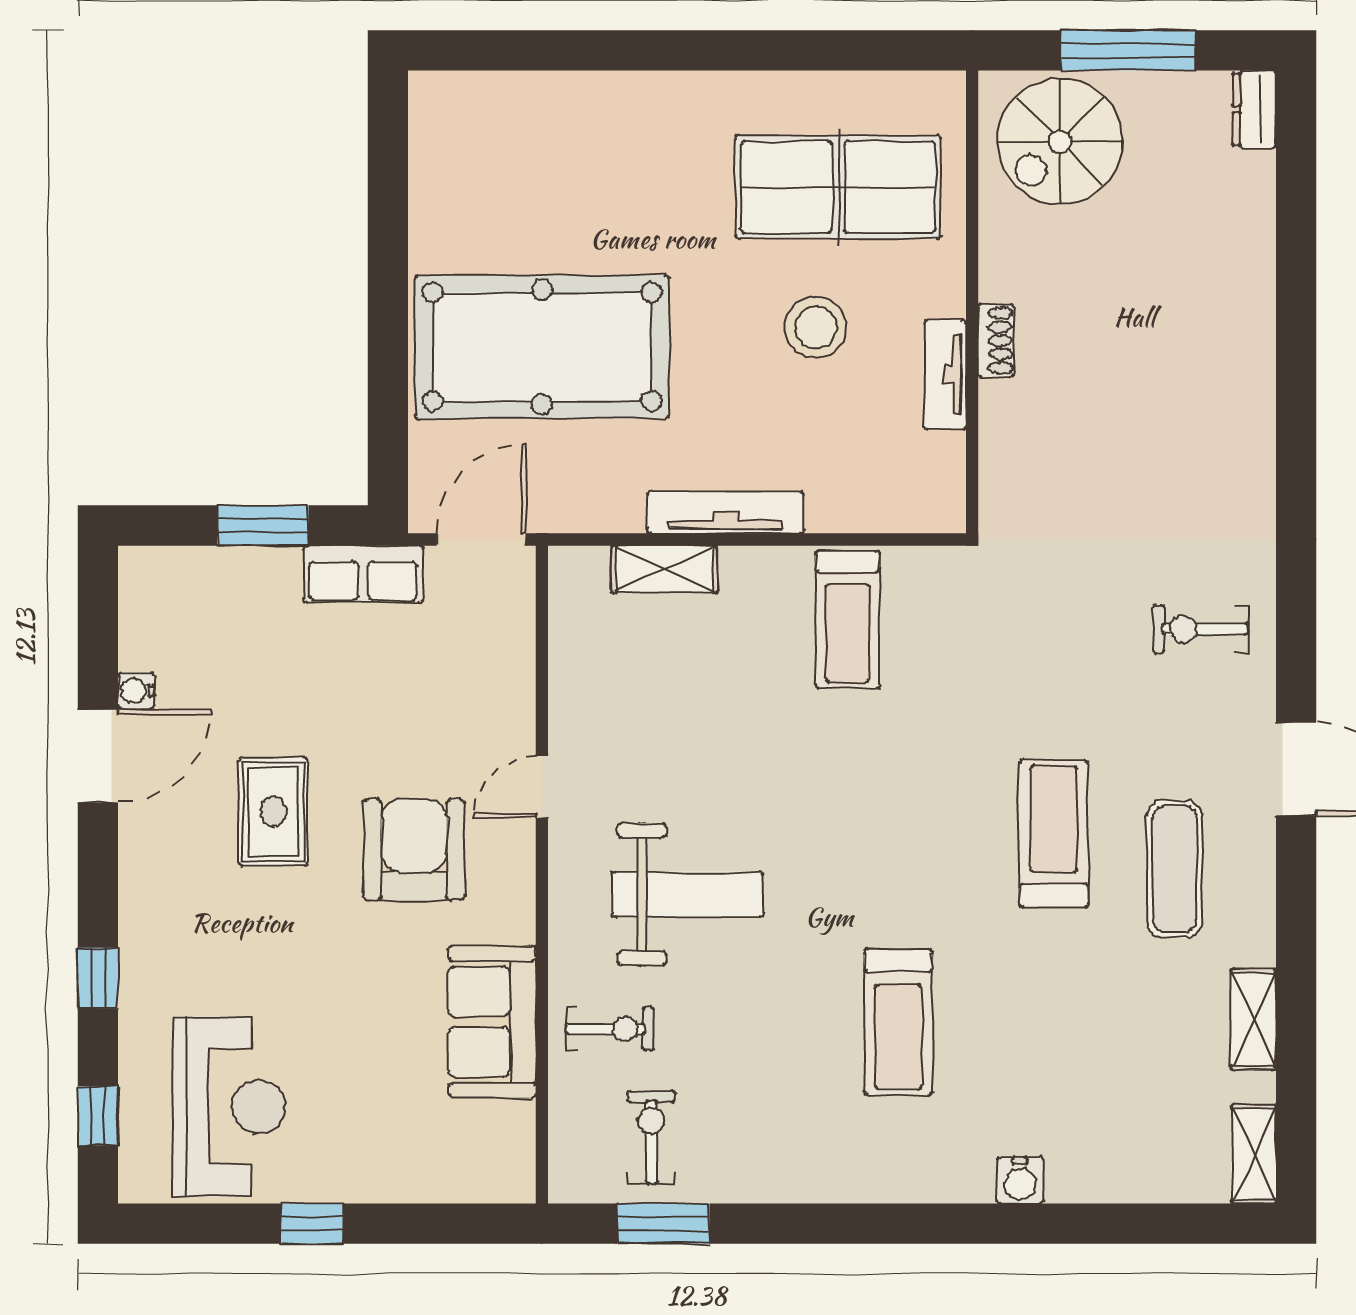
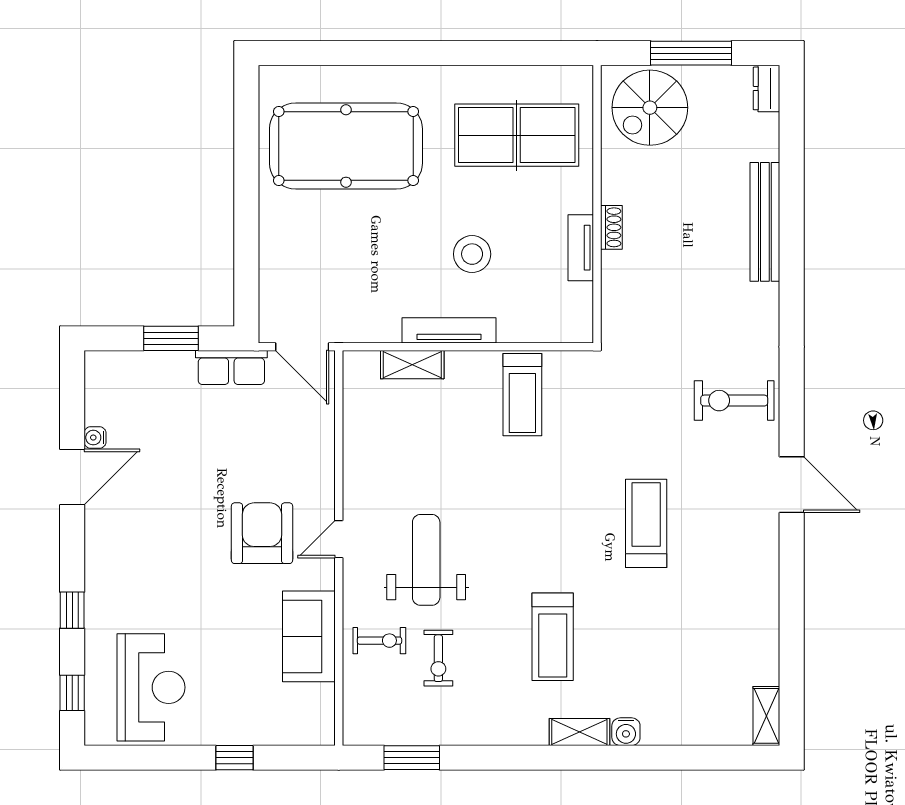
stool: (816, 327) -> (472, 254), moved
bench: (1251, 331) -> (765, 222), added
pool table: (542, 347) -> (346, 146), moved
door: (481, 539) -> (302, 347), swing flipped
exercise bike: (1200, 629) -> (734, 401), width x1.38, depth x1.39
door: (542, 787) -> (339, 539), moved
rug: (273, 812) -> (177, 510), removed
exercise mat: (1175, 869) -> (719, 545), removed
weight bench: (687, 894) -> (426, 560), turned -90
shelving: (1254, 1019) -> (579, 732), moved, turned 90
exercise bike: (651, 1138) -> (438, 658), moved, turned 180
window: (312, 1224) -> (235, 758), moved

